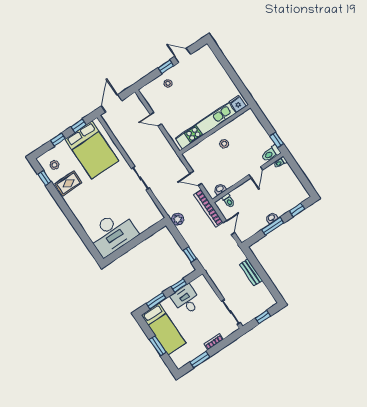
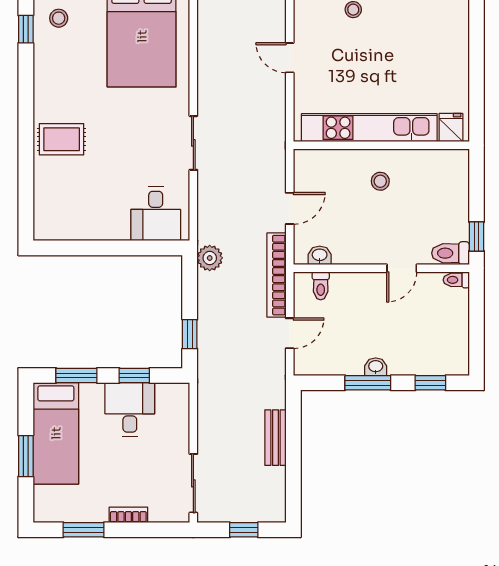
door: (196, 178) -> (290, 208), swing flipped
rug: (68, 183) -> (62, 139), moved
desk: (112, 233) -> (156, 214), moved, width x0.53, depth x0.77

